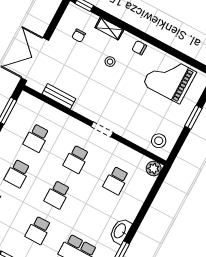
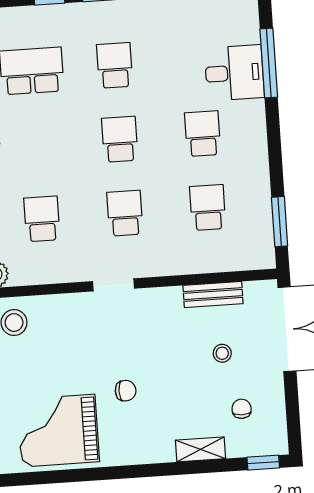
chair: (139, 48) -> (126, 391), moved
stool: (110, 62) -> (222, 353), moved
grand piano: (169, 78) -> (58, 431), turned 180

